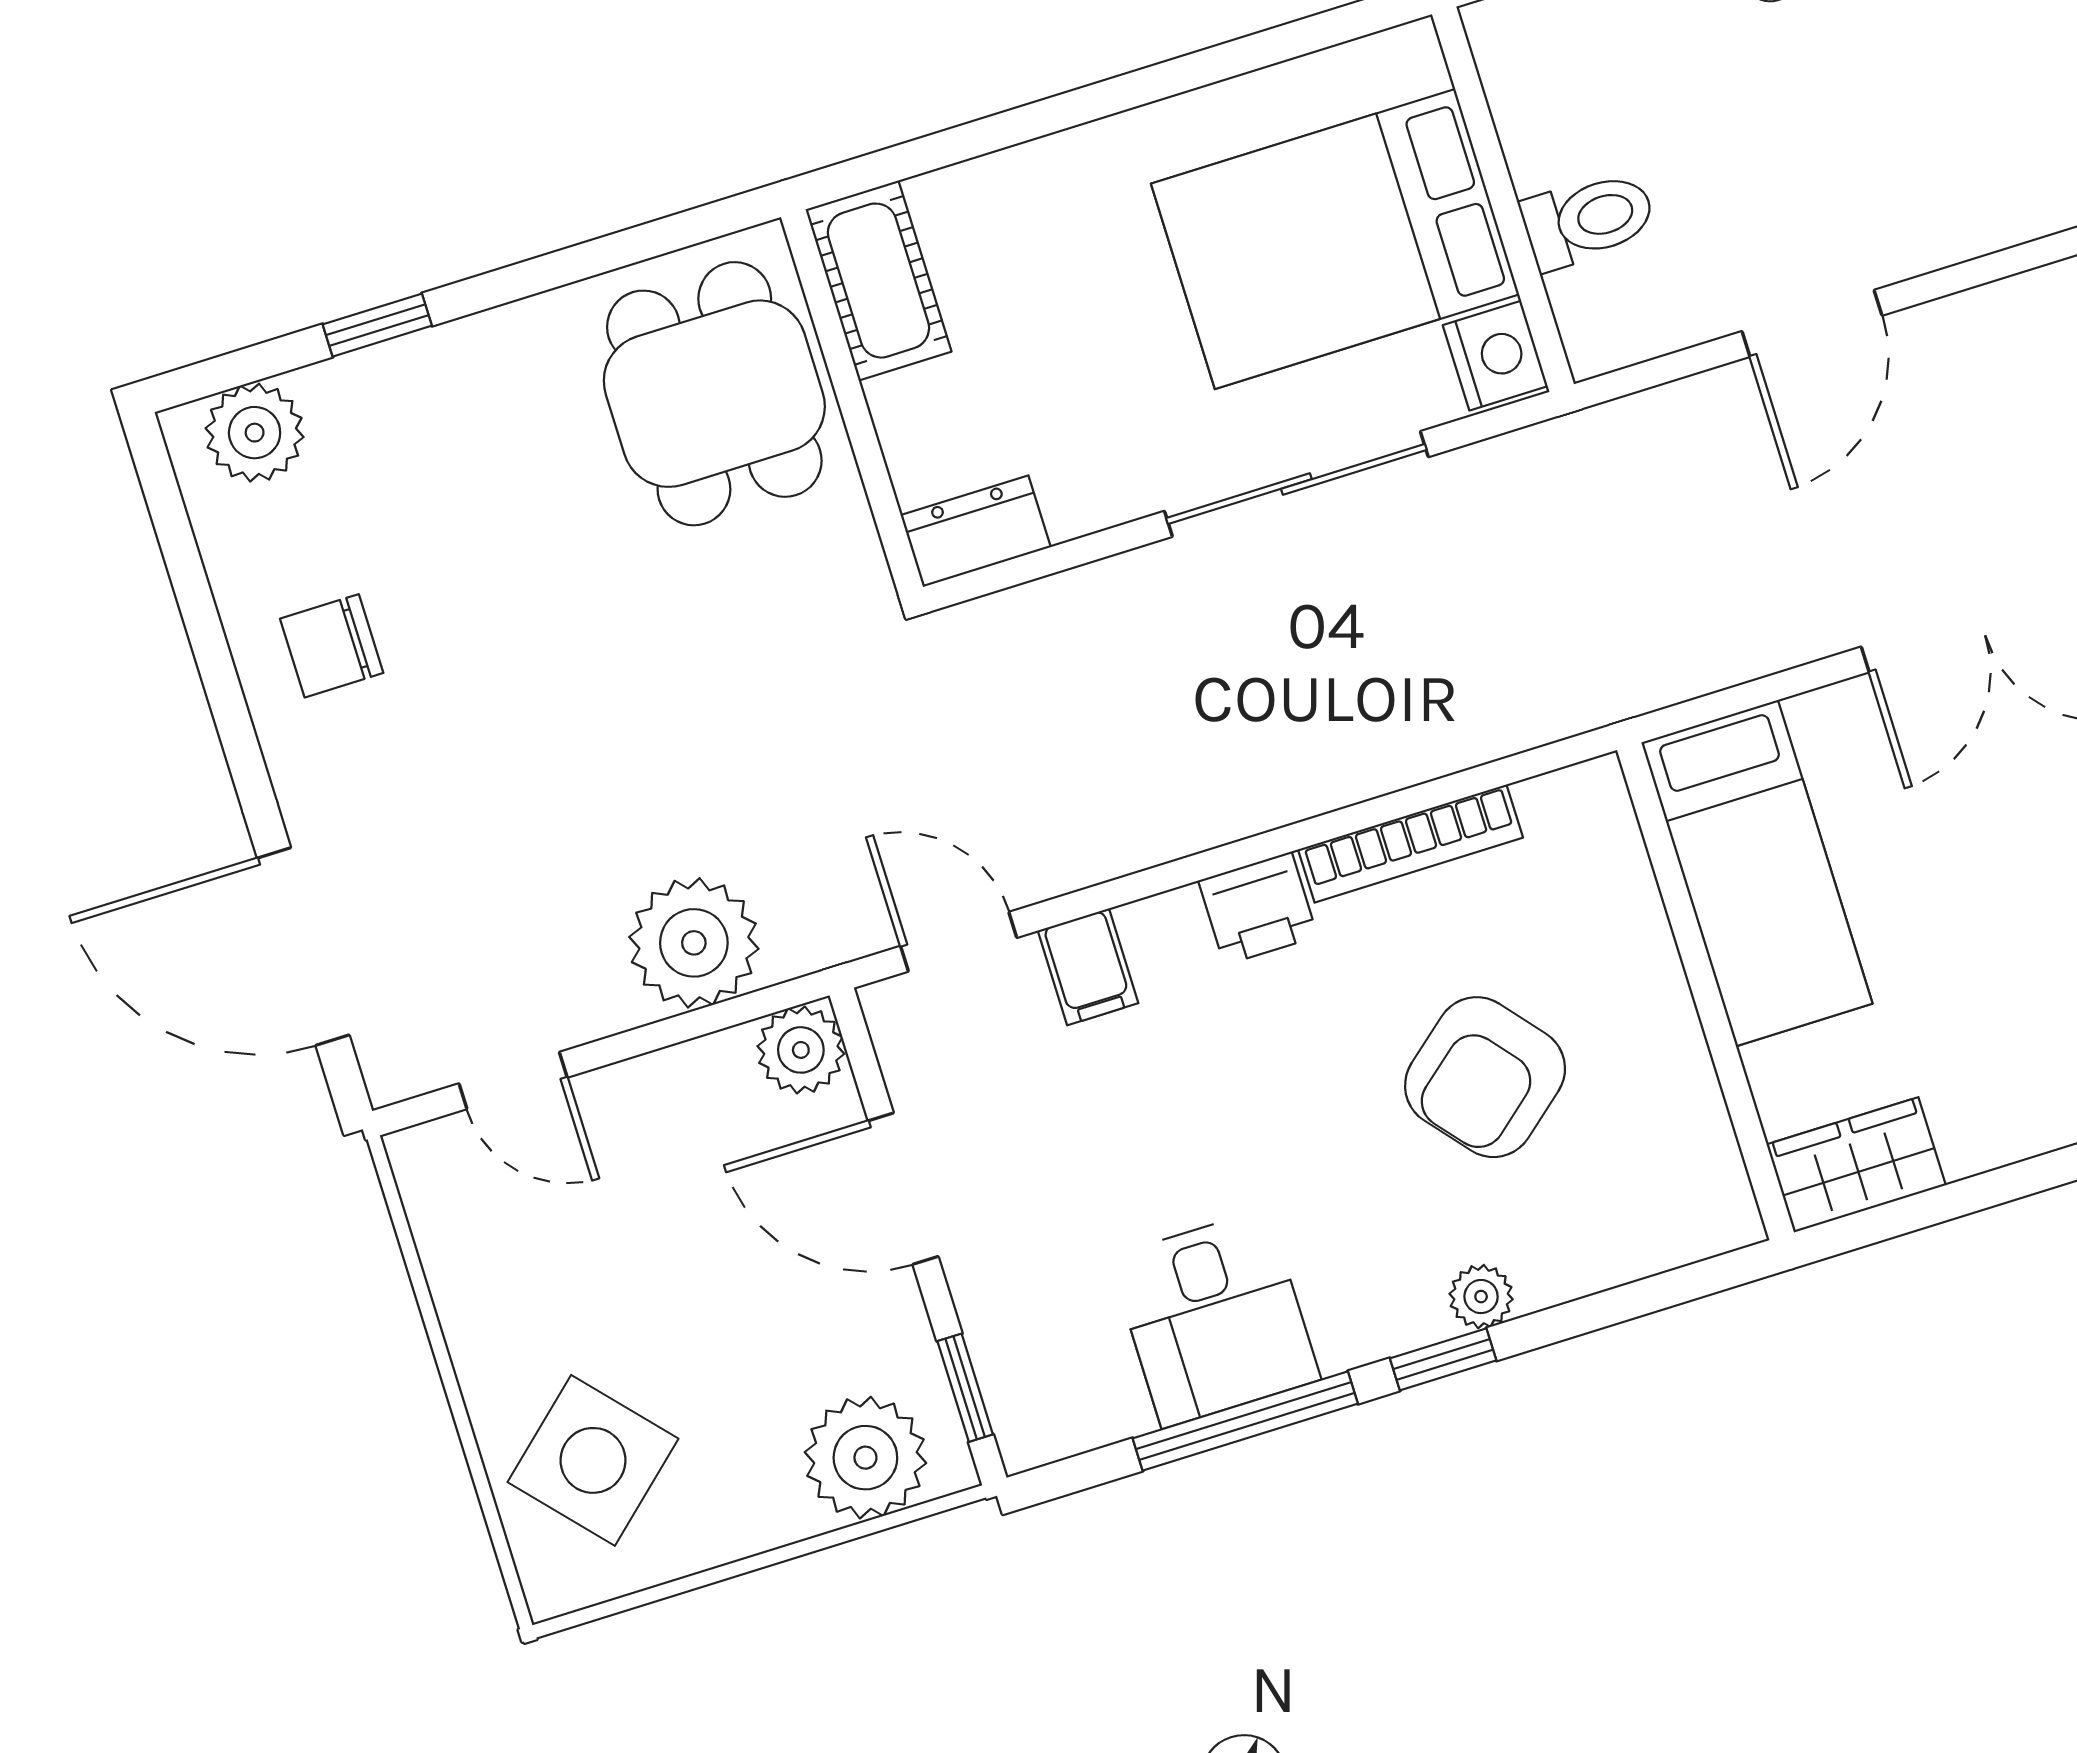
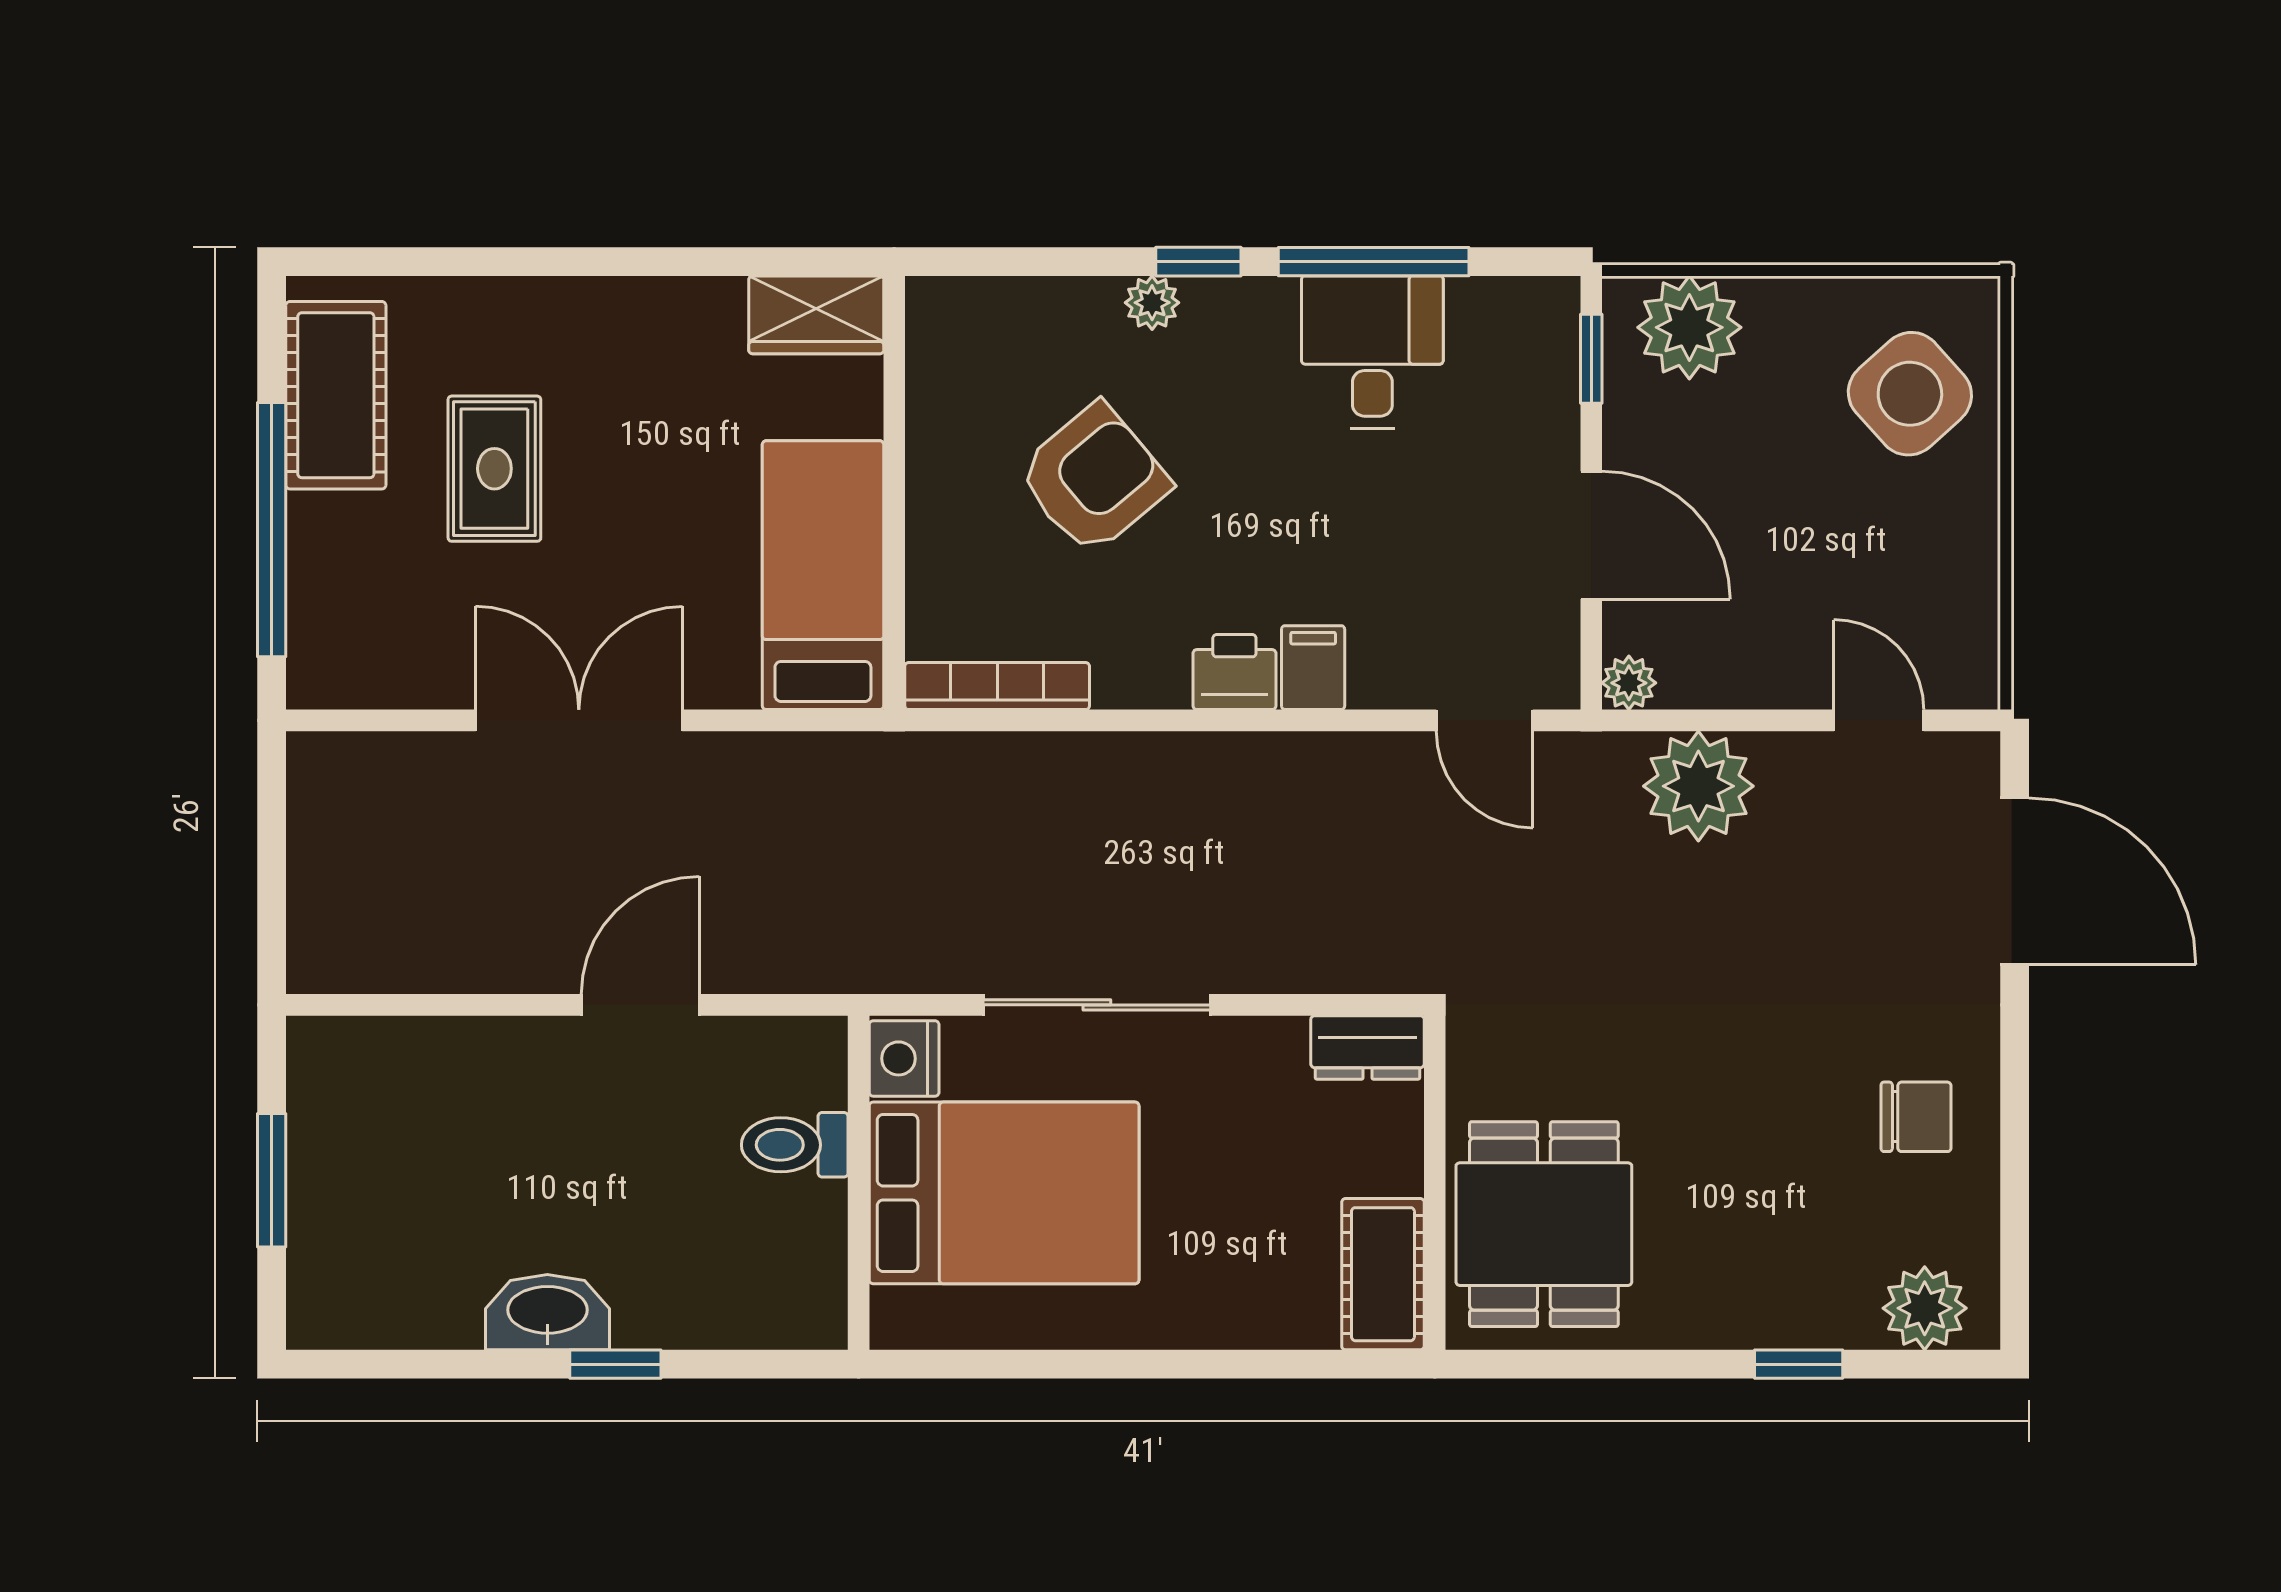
bookcase: (1411, 844) -> (997, 686), moved
filing cabinet: (1088, 967) -> (1313, 668), moved
plant: (801, 1050) -> (1629, 683), width x0.73, depth x0.73

